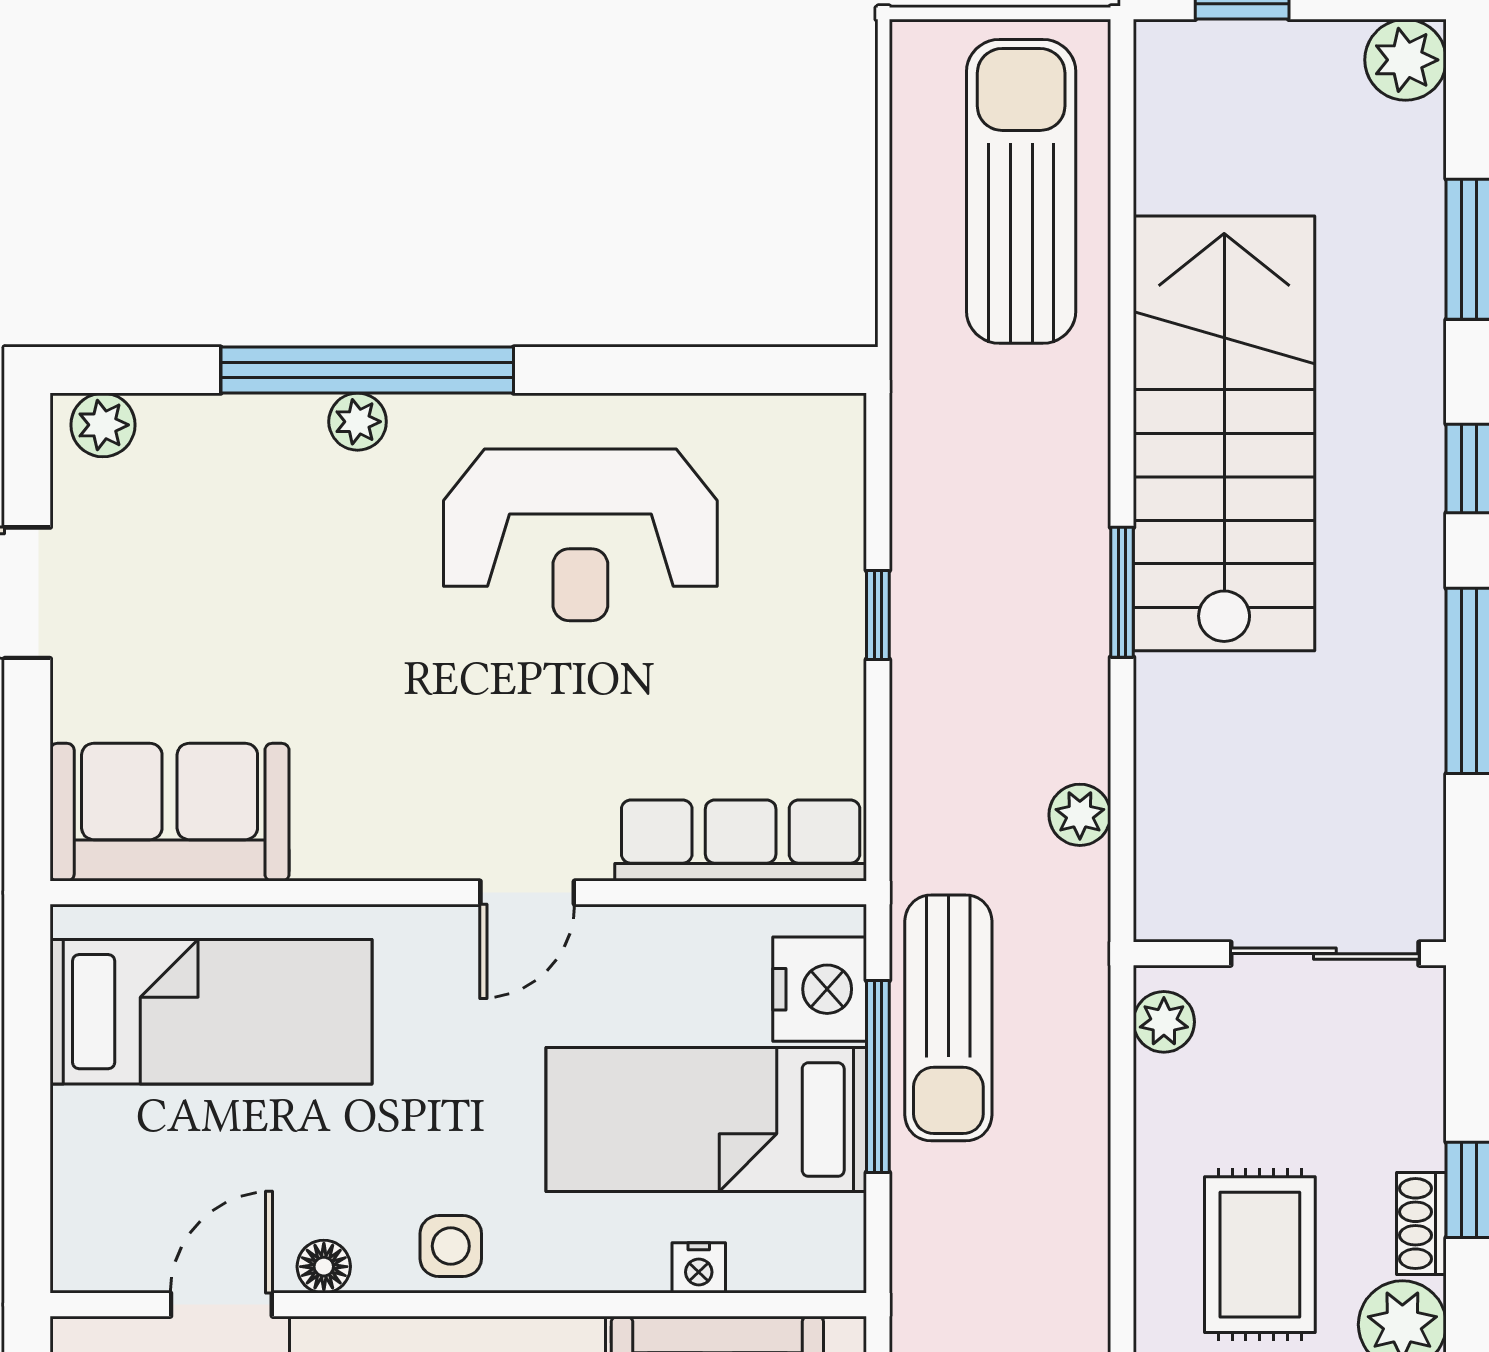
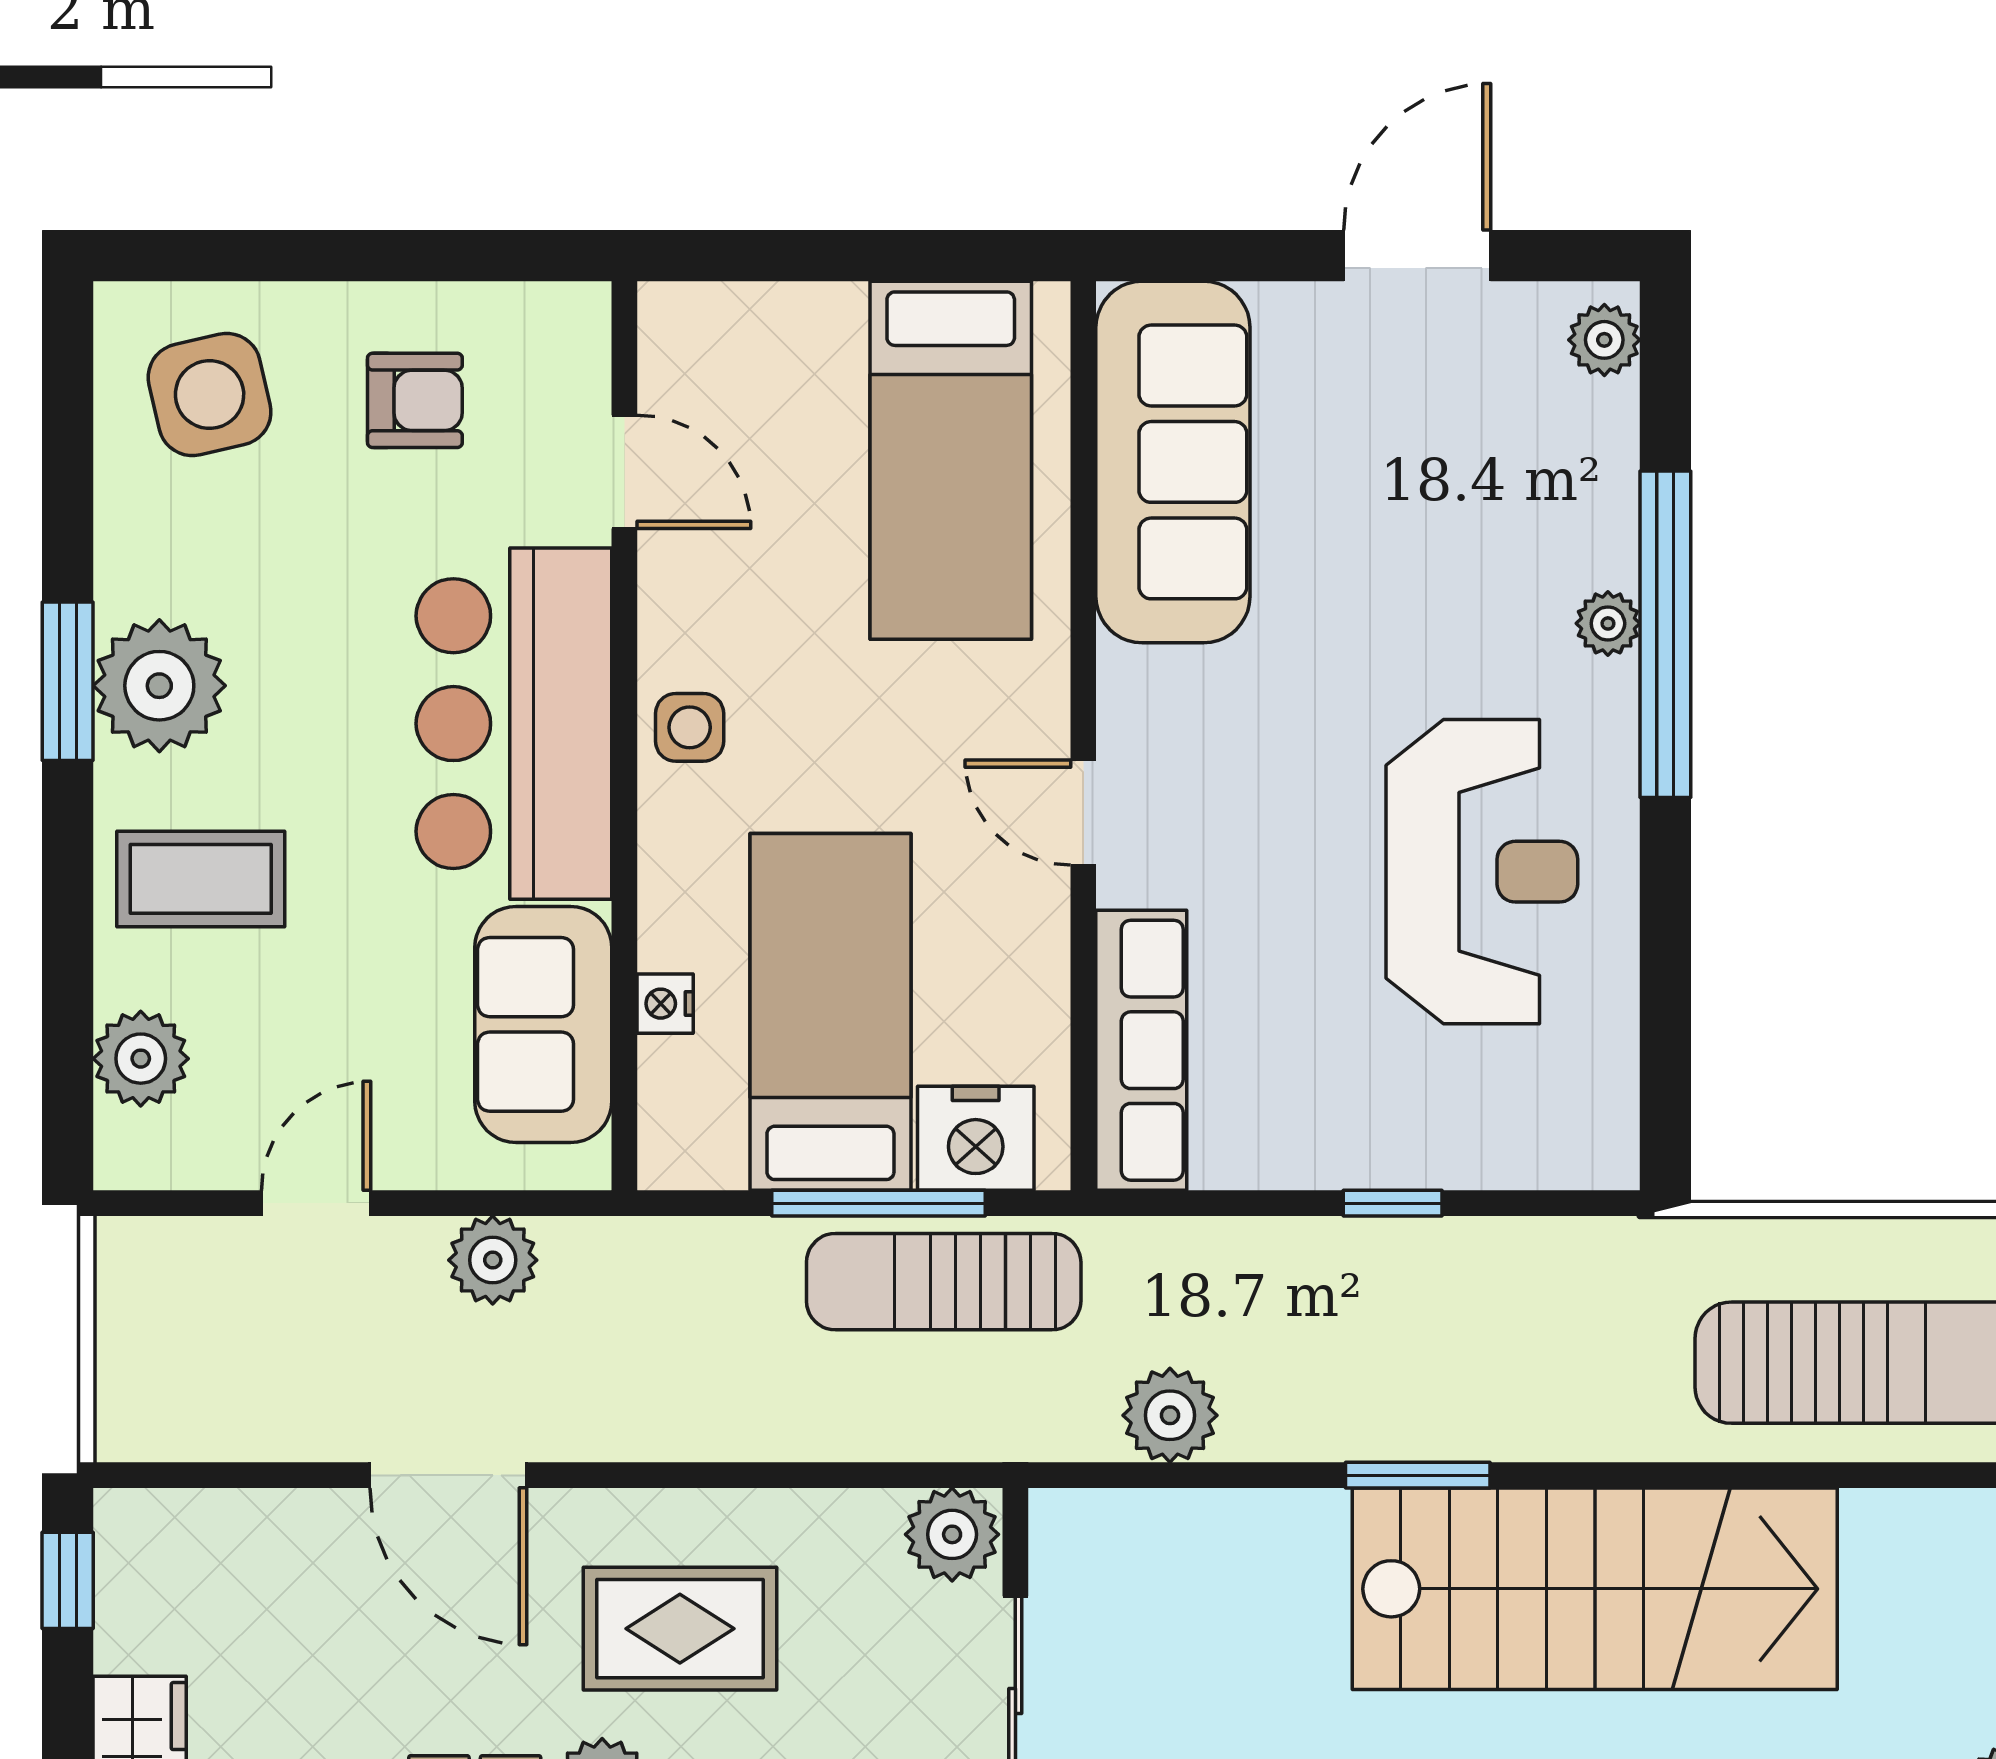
reception desk: (580, 535) -> (1482, 872), turned 180
sofa: (170, 812) -> (1173, 462), width x1.36
plant: (1080, 815) -> (1170, 1415), width x1.38, depth x1.38
plant: (1164, 1022) -> (952, 1534), width x1.38, depth x1.38
floor lamp: (324, 1267) -> (667, 586), removed

